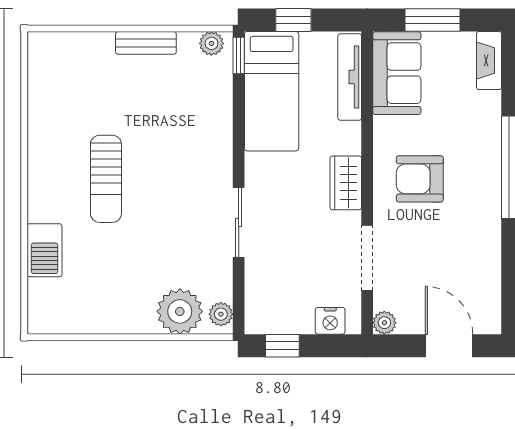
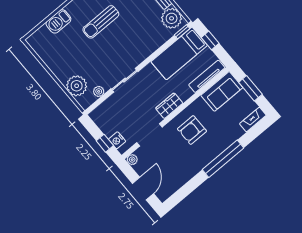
plant: (211, 43) -> (172, 18), width x1.88, depth x1.88
armchair: (420, 179) -> (192, 130), turned -90
plant: (221, 314) -> (99, 91), moved
window: (282, 346) -> (105, 143), moved

